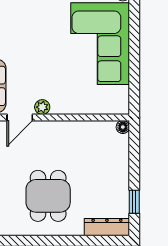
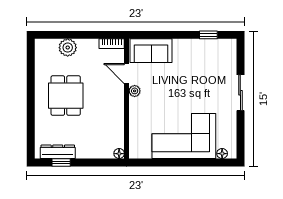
dining table: (48, 196) -> (66, 96), turned 90
dresser: (107, 227) -> (58, 152), moved, turned -90

